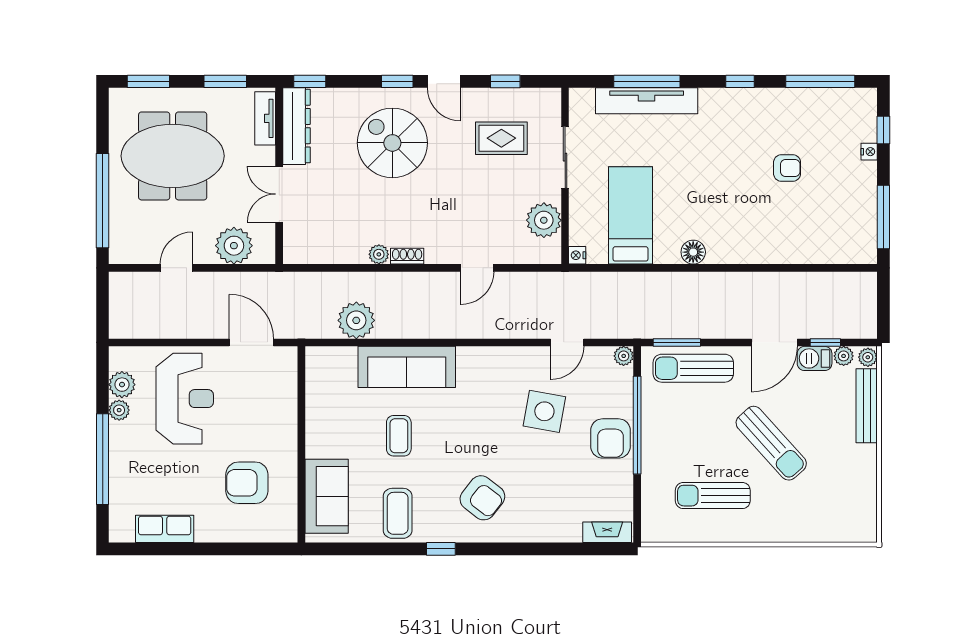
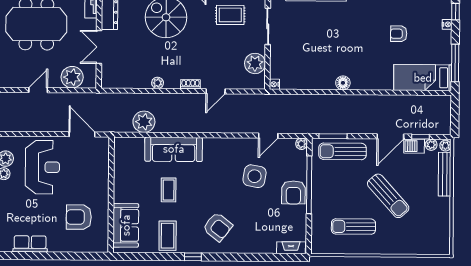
armchair: (787, 168) -> (399, 34), turned 180
bed: (631, 215) -> (423, 78), moved, turned -90
shoe rack: (407, 256) -> (190, 84), moved

